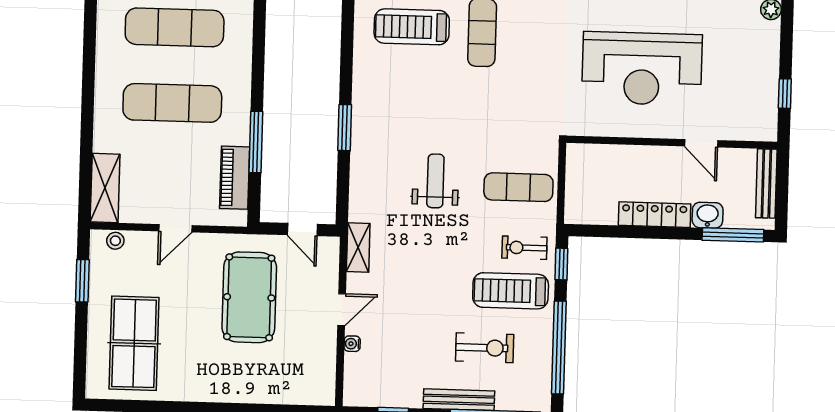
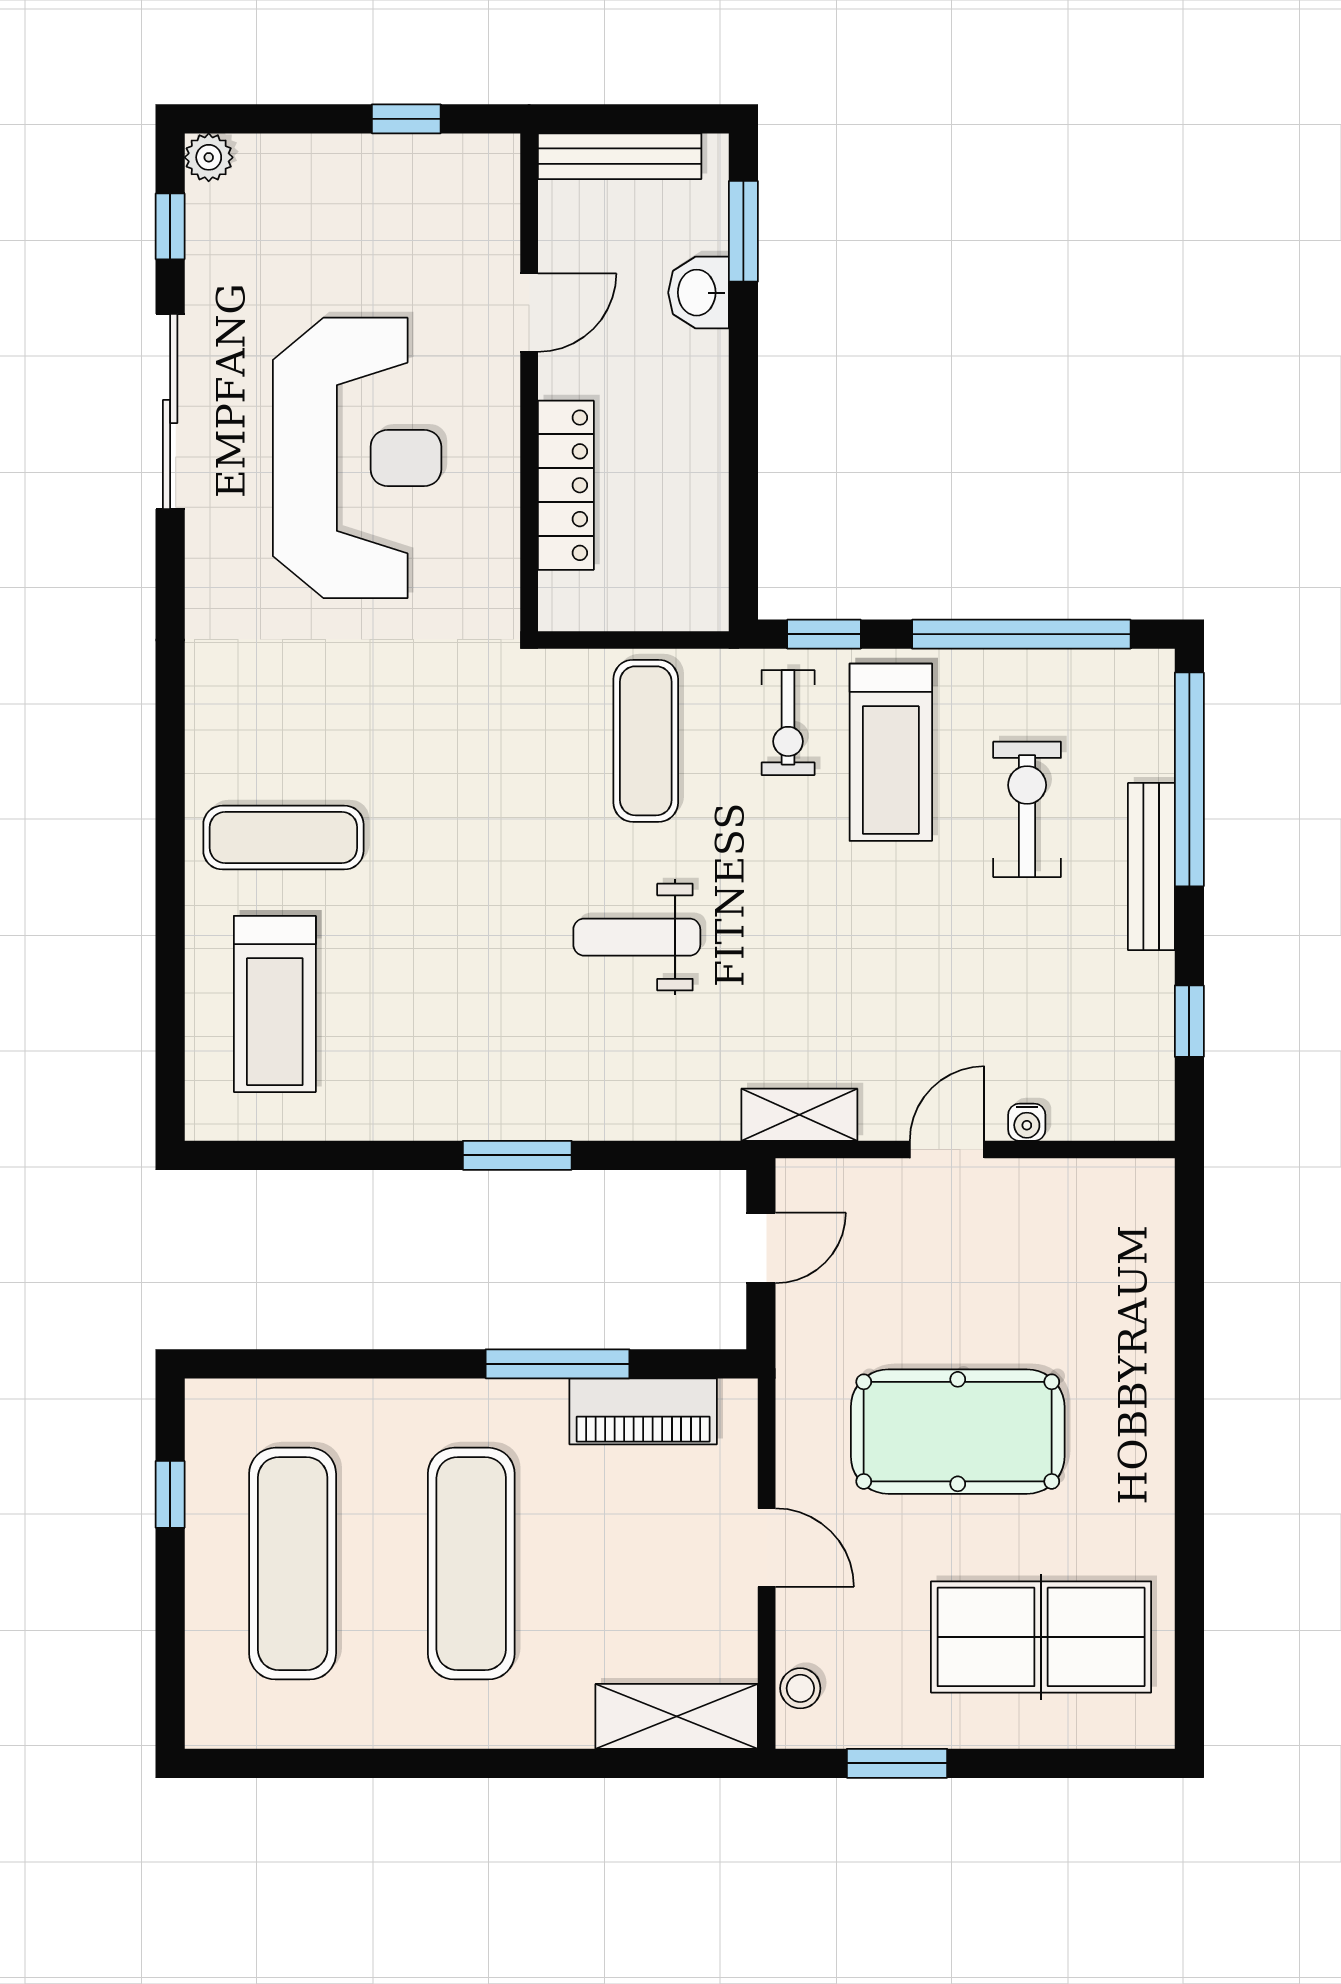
locker: (655, 215) -> (566, 485), moved, turned 180
window: (733, 235) -> (743, 231), width x0.69
pool table: (249, 297) -> (958, 1432), moved
door: (342, 310) -> (947, 1150), hinge flipped

